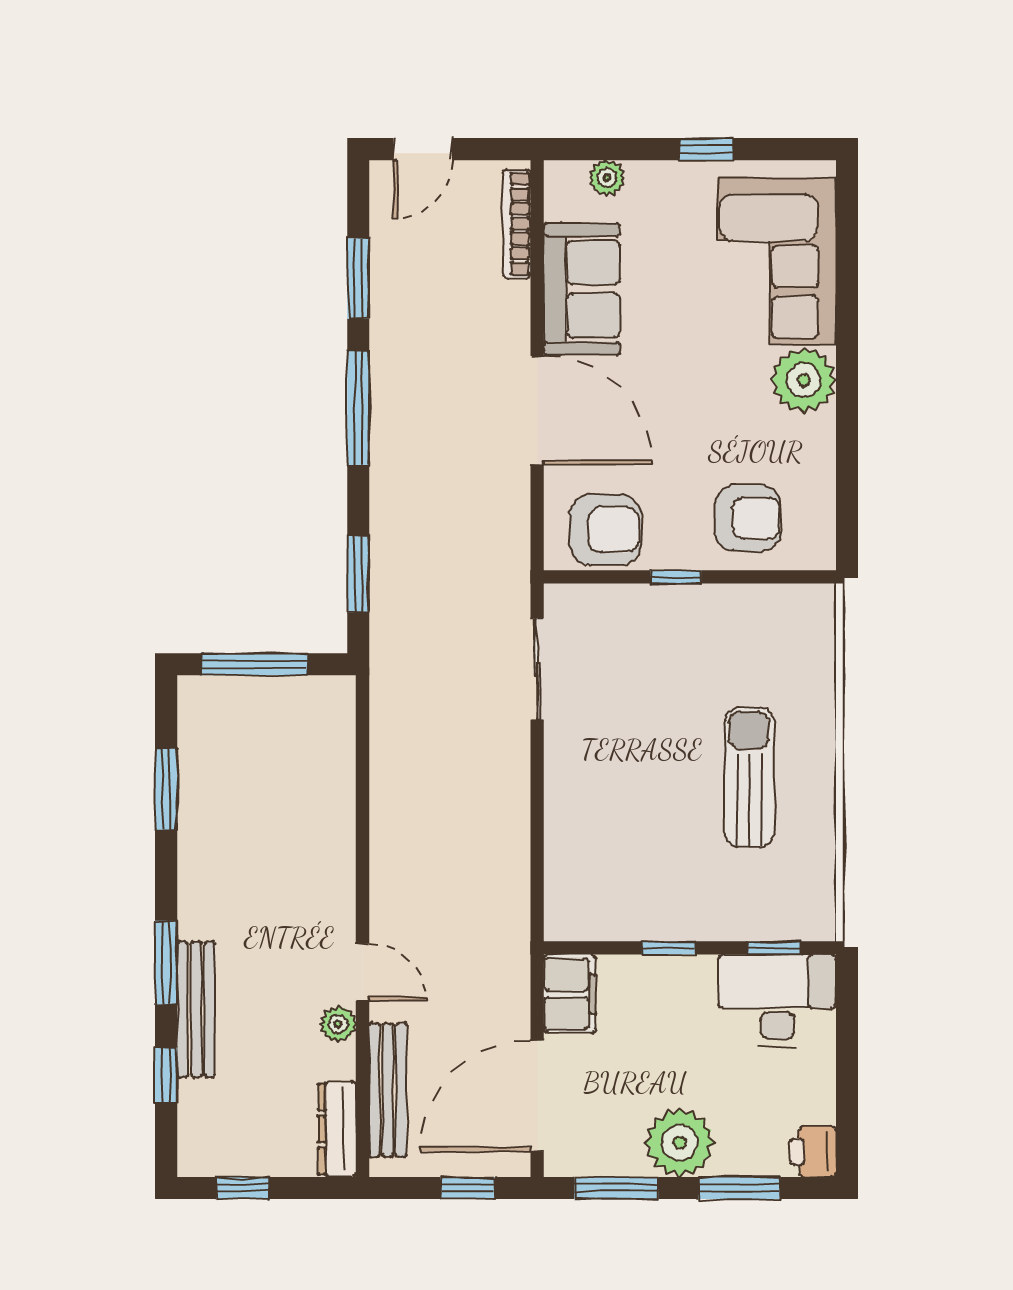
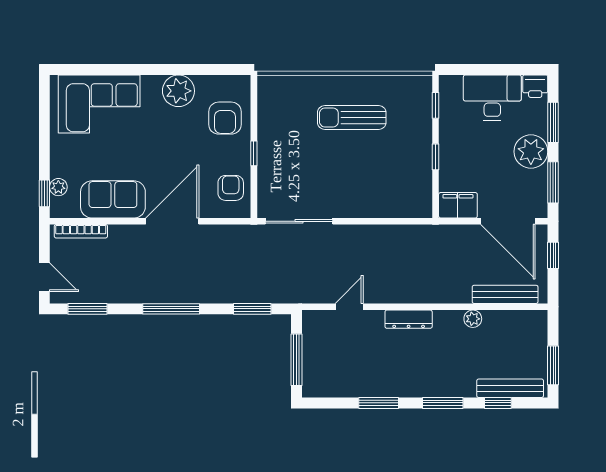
window: (706, 149) -> (44, 193), moved
window: (358, 278) -> (87, 309), moved
plant: (804, 380) -> (178, 91), moved
armchair: (748, 518) -> (225, 118), turned 180
armchair: (605, 530) -> (231, 188), width x0.72, depth x0.72
sliding door: (537, 669) -> (299, 221), width x1.37
window: (166, 789) -> (379, 403), moved
door: (363, 972) -> (349, 307), moved
desk: (777, 1001) -> (492, 97), moved, turned 90
bench: (196, 1010) -> (510, 388), moved
dresser: (337, 1129) -> (409, 319), moved
window: (243, 1188) -> (553, 365), width x1.50

